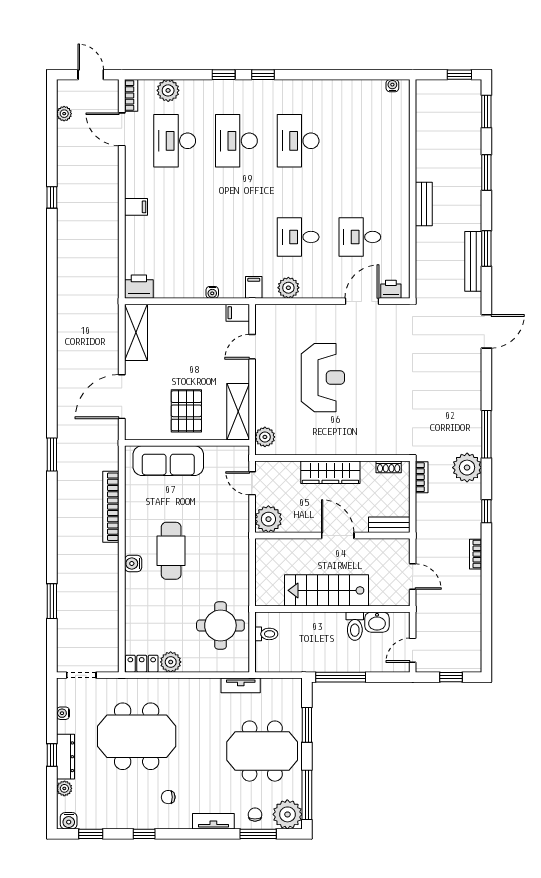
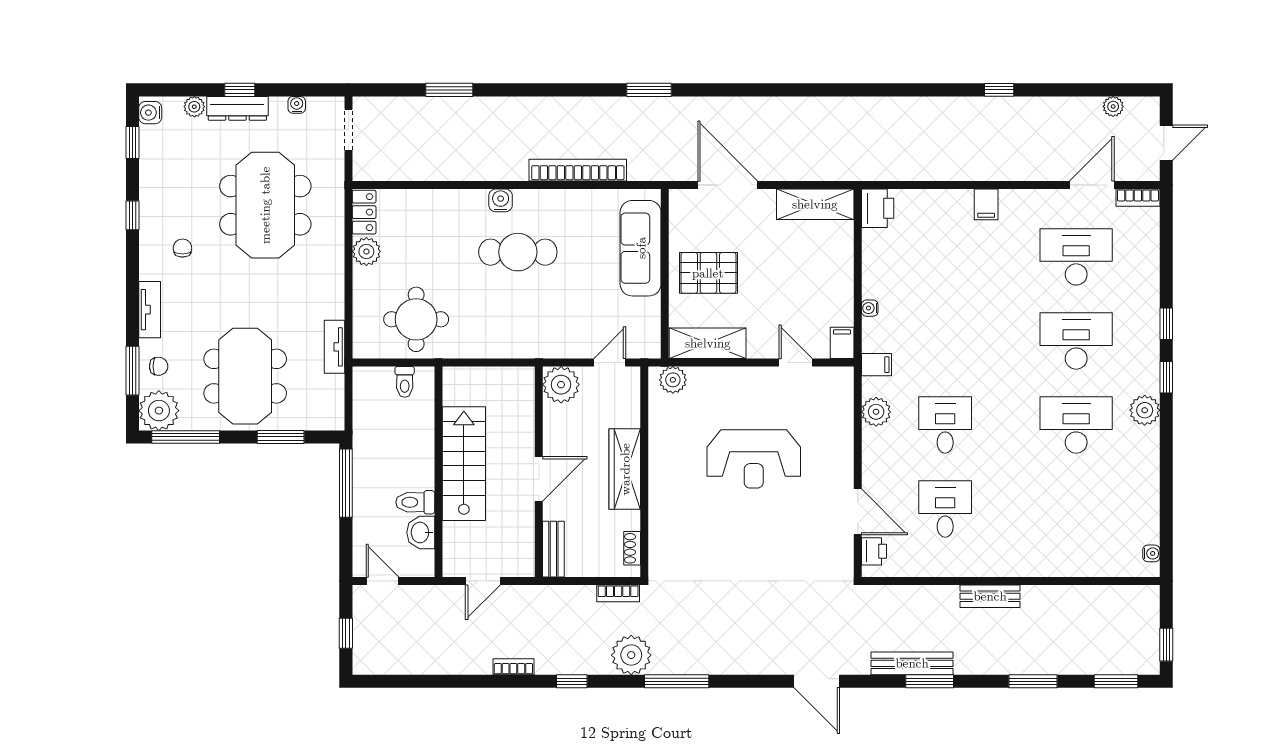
plant: (168, 90) -> (1145, 410), moved

